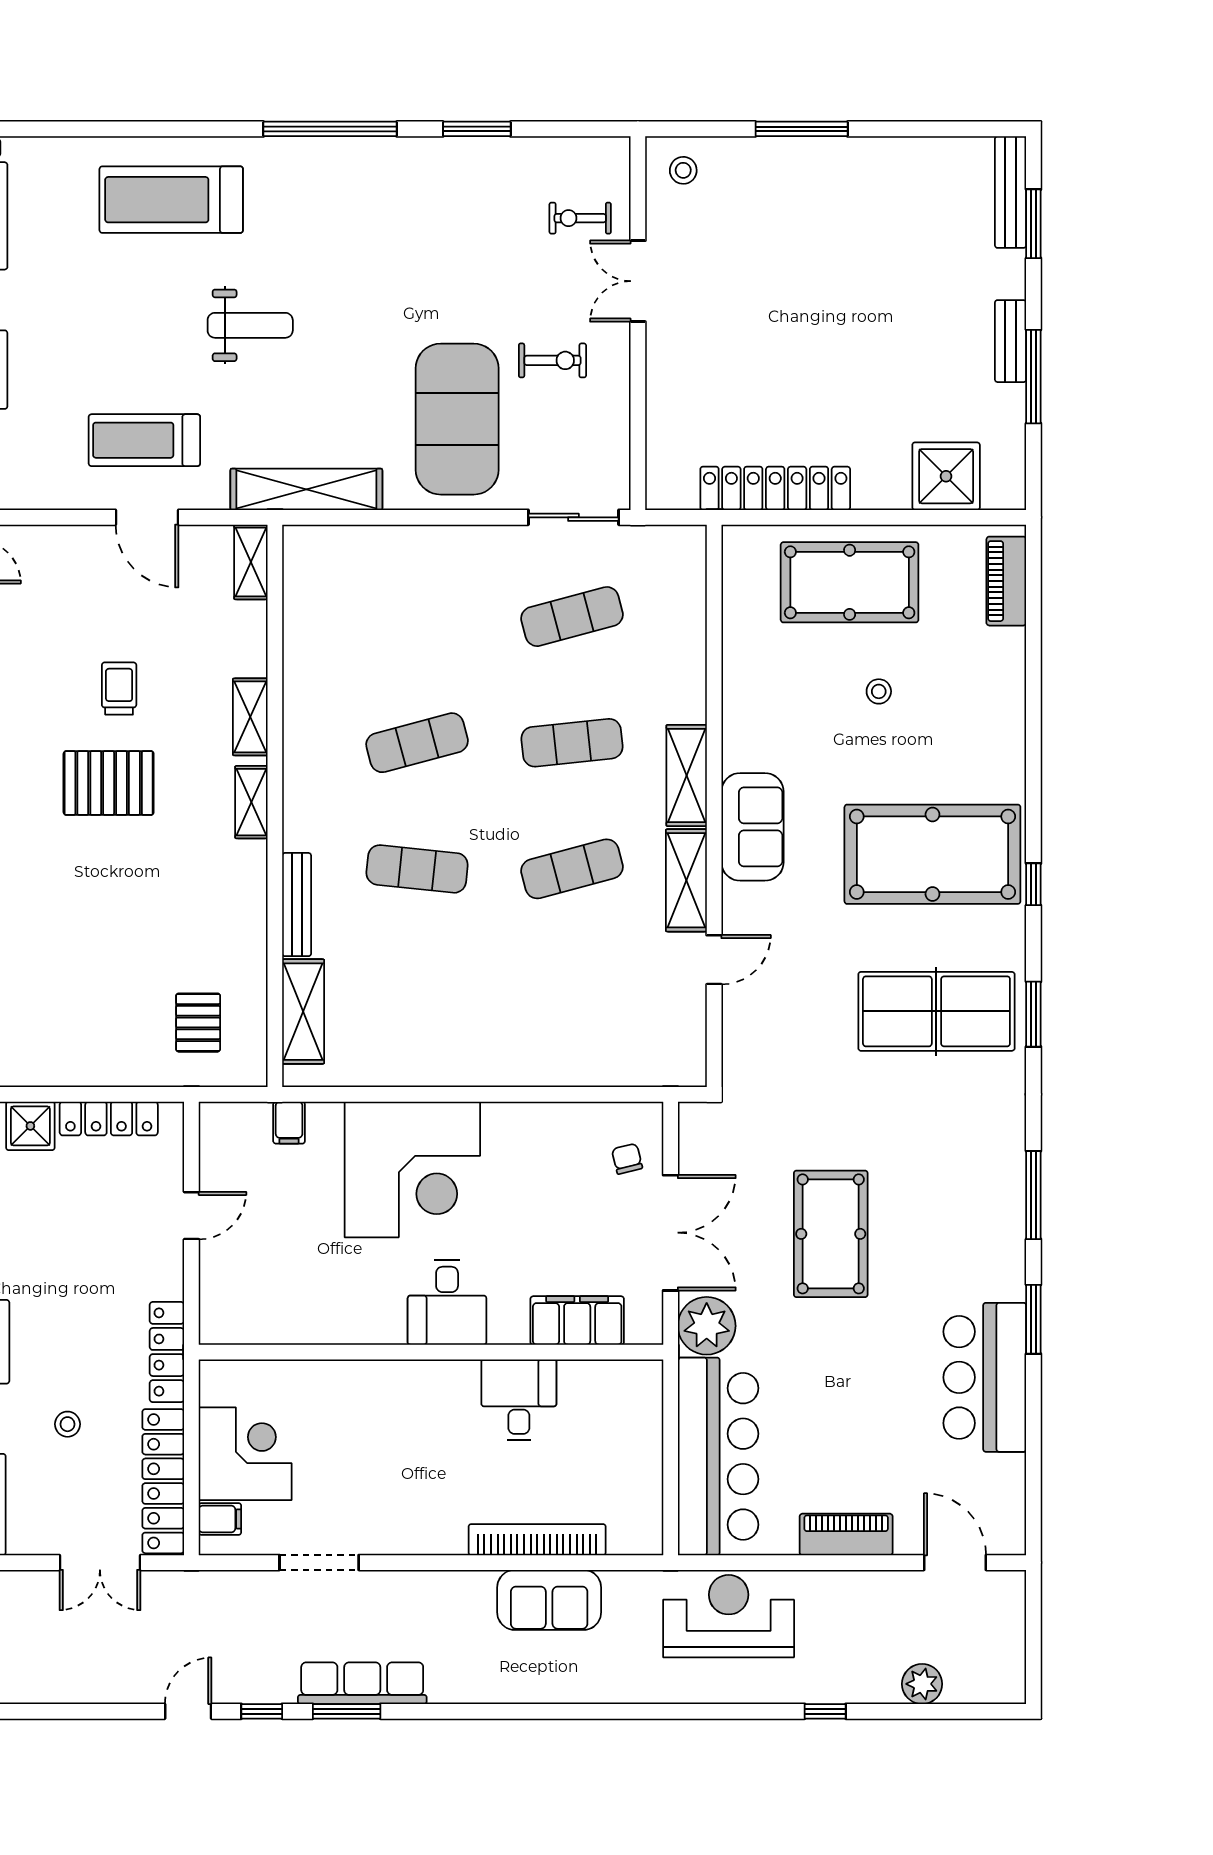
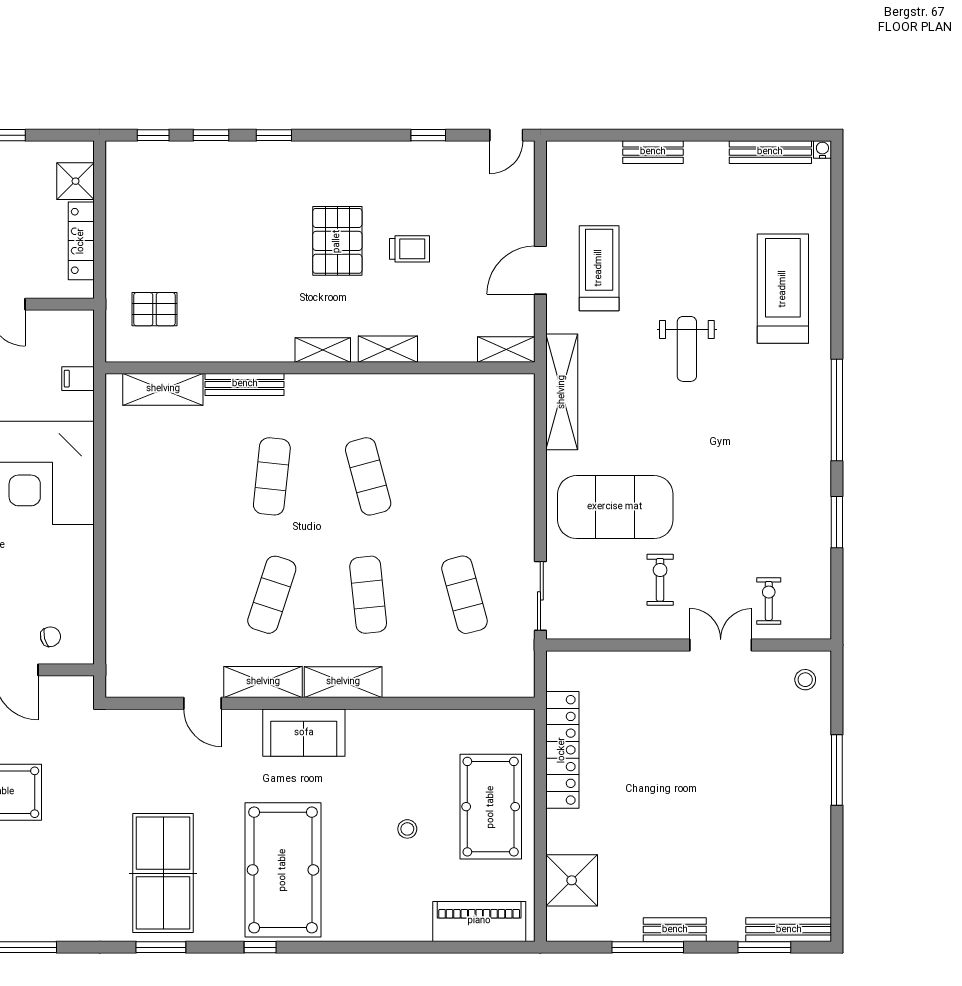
exercise bike: (552, 360) -> (660, 580), turned 180
piano: (1006, 581) -> (479, 921), width x1.37, depth x1.33
exercise mat: (572, 869) -> (272, 595), turned 33

